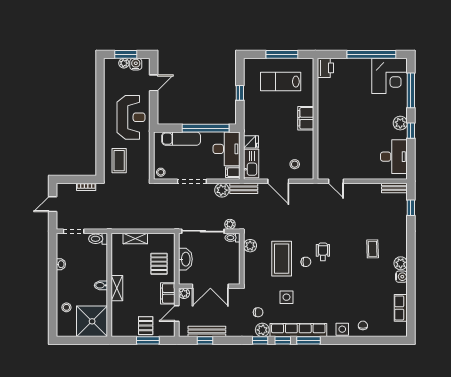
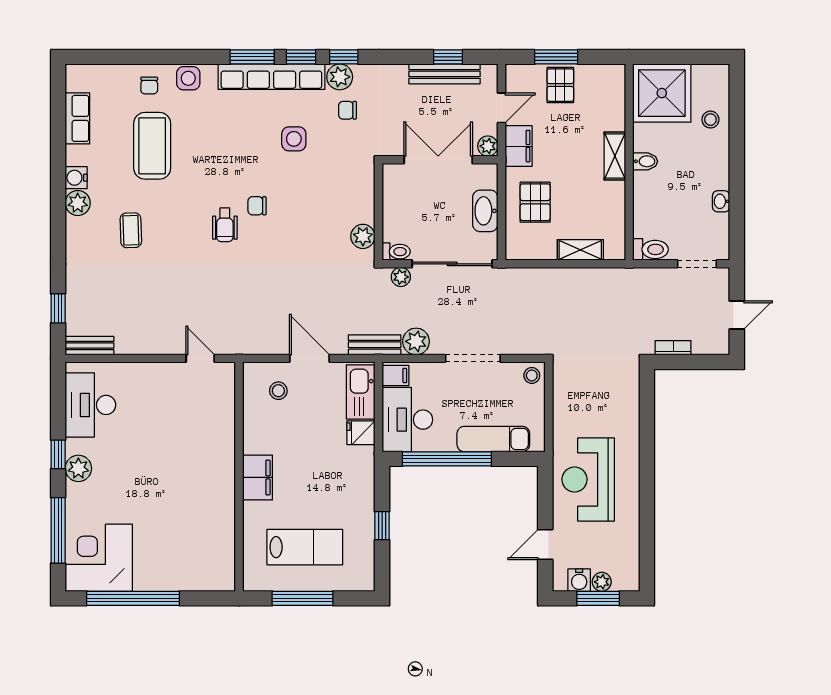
printer: (325, 68) -> (220, 573), removed
coffee table: (119, 161) -> (611, 397), removed
coffee table: (282, 259) -> (152, 146), moved

